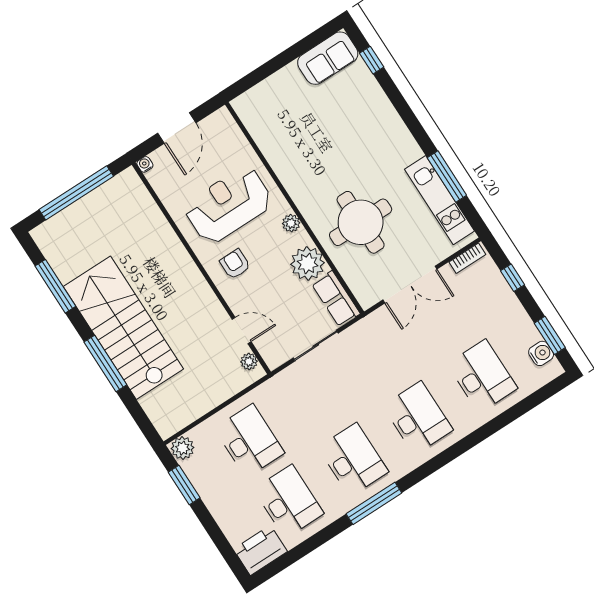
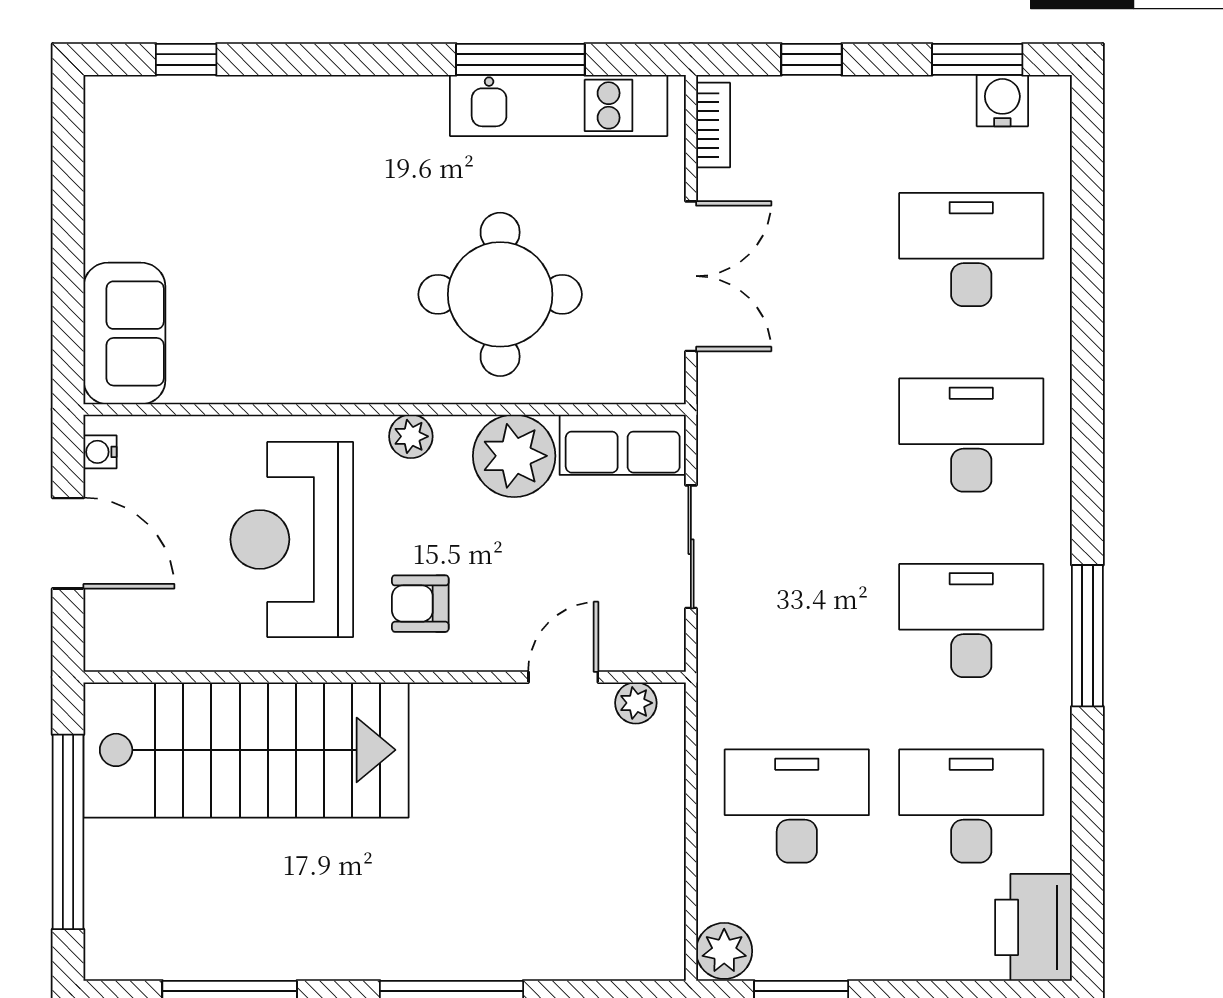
sofa: (328, 58) -> (124, 333), moved
water cooler: (145, 164) -> (100, 452), moved
stairs: (123, 328) -> (246, 750), moved, turned 180

